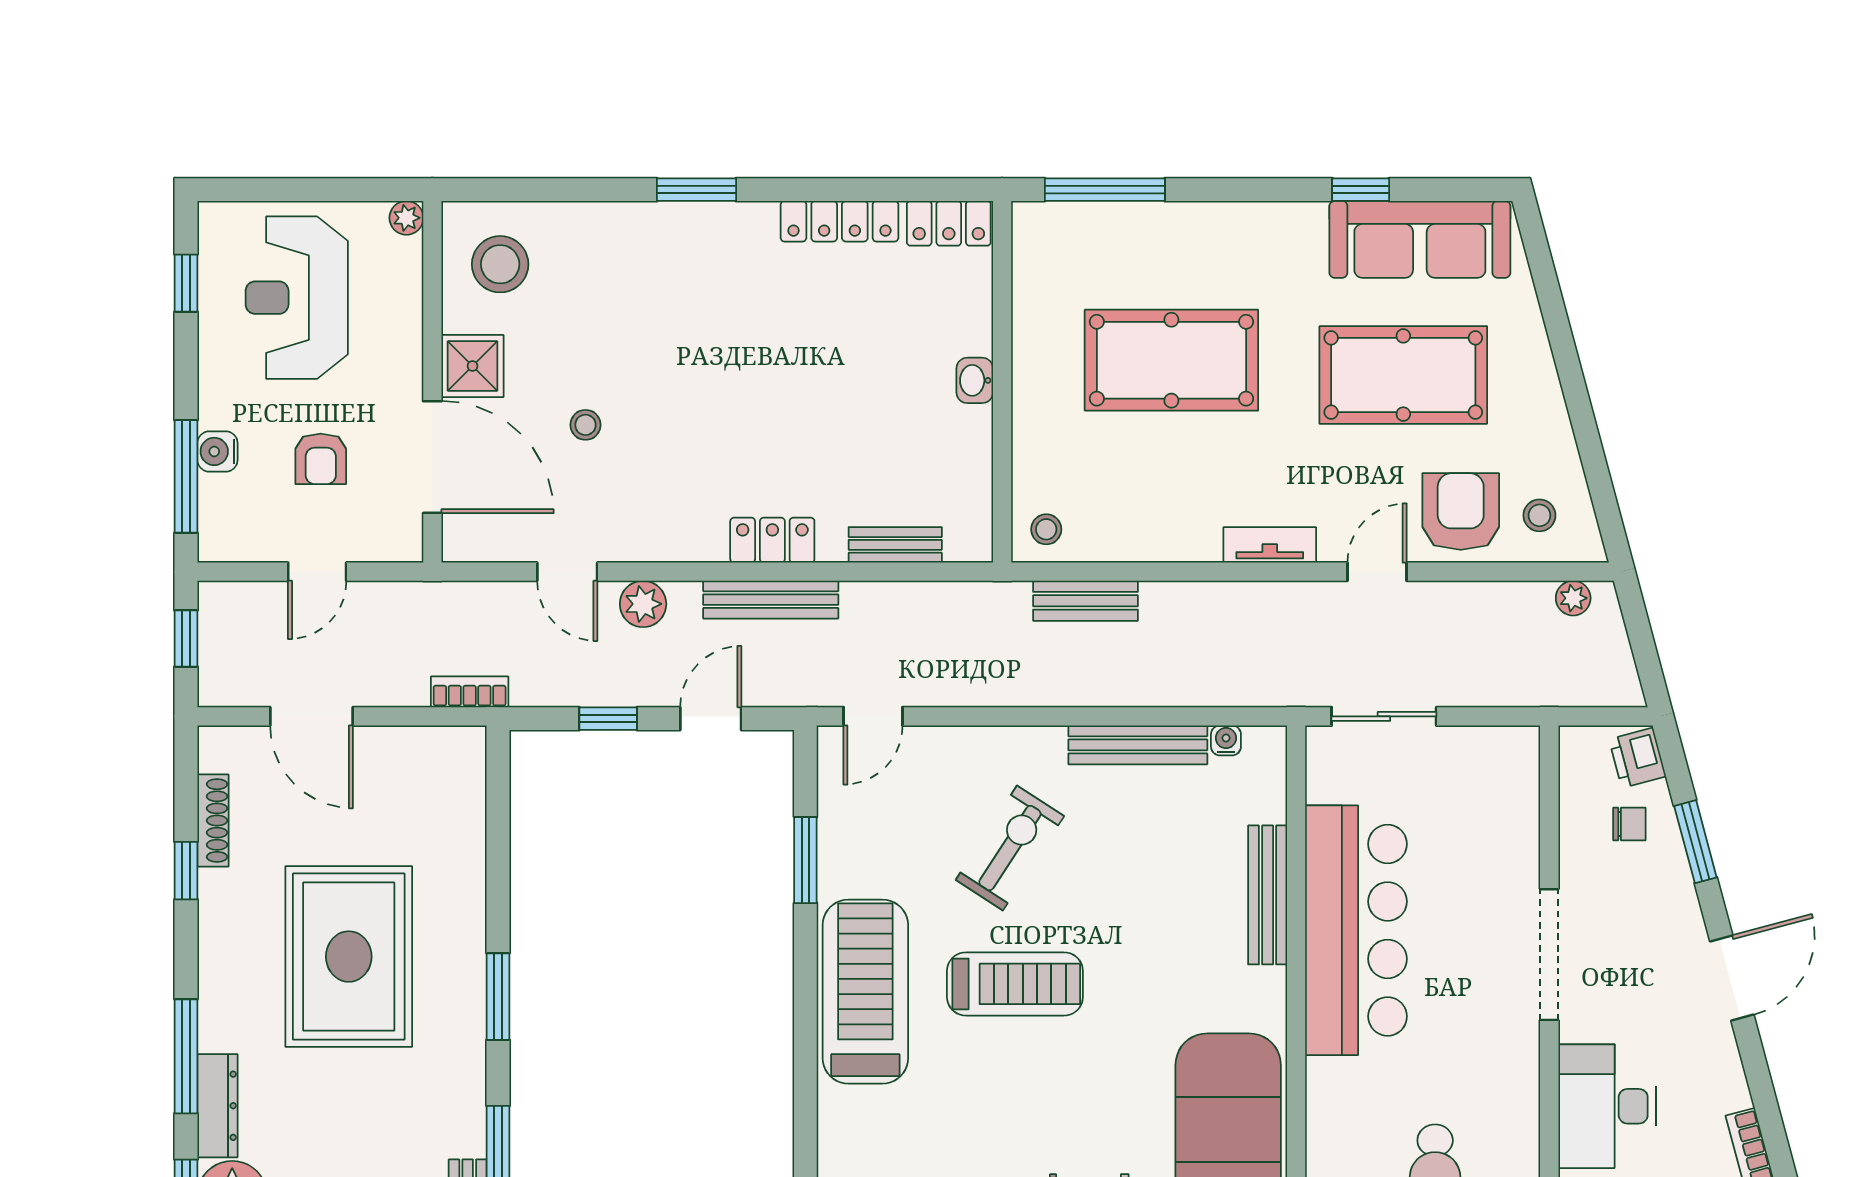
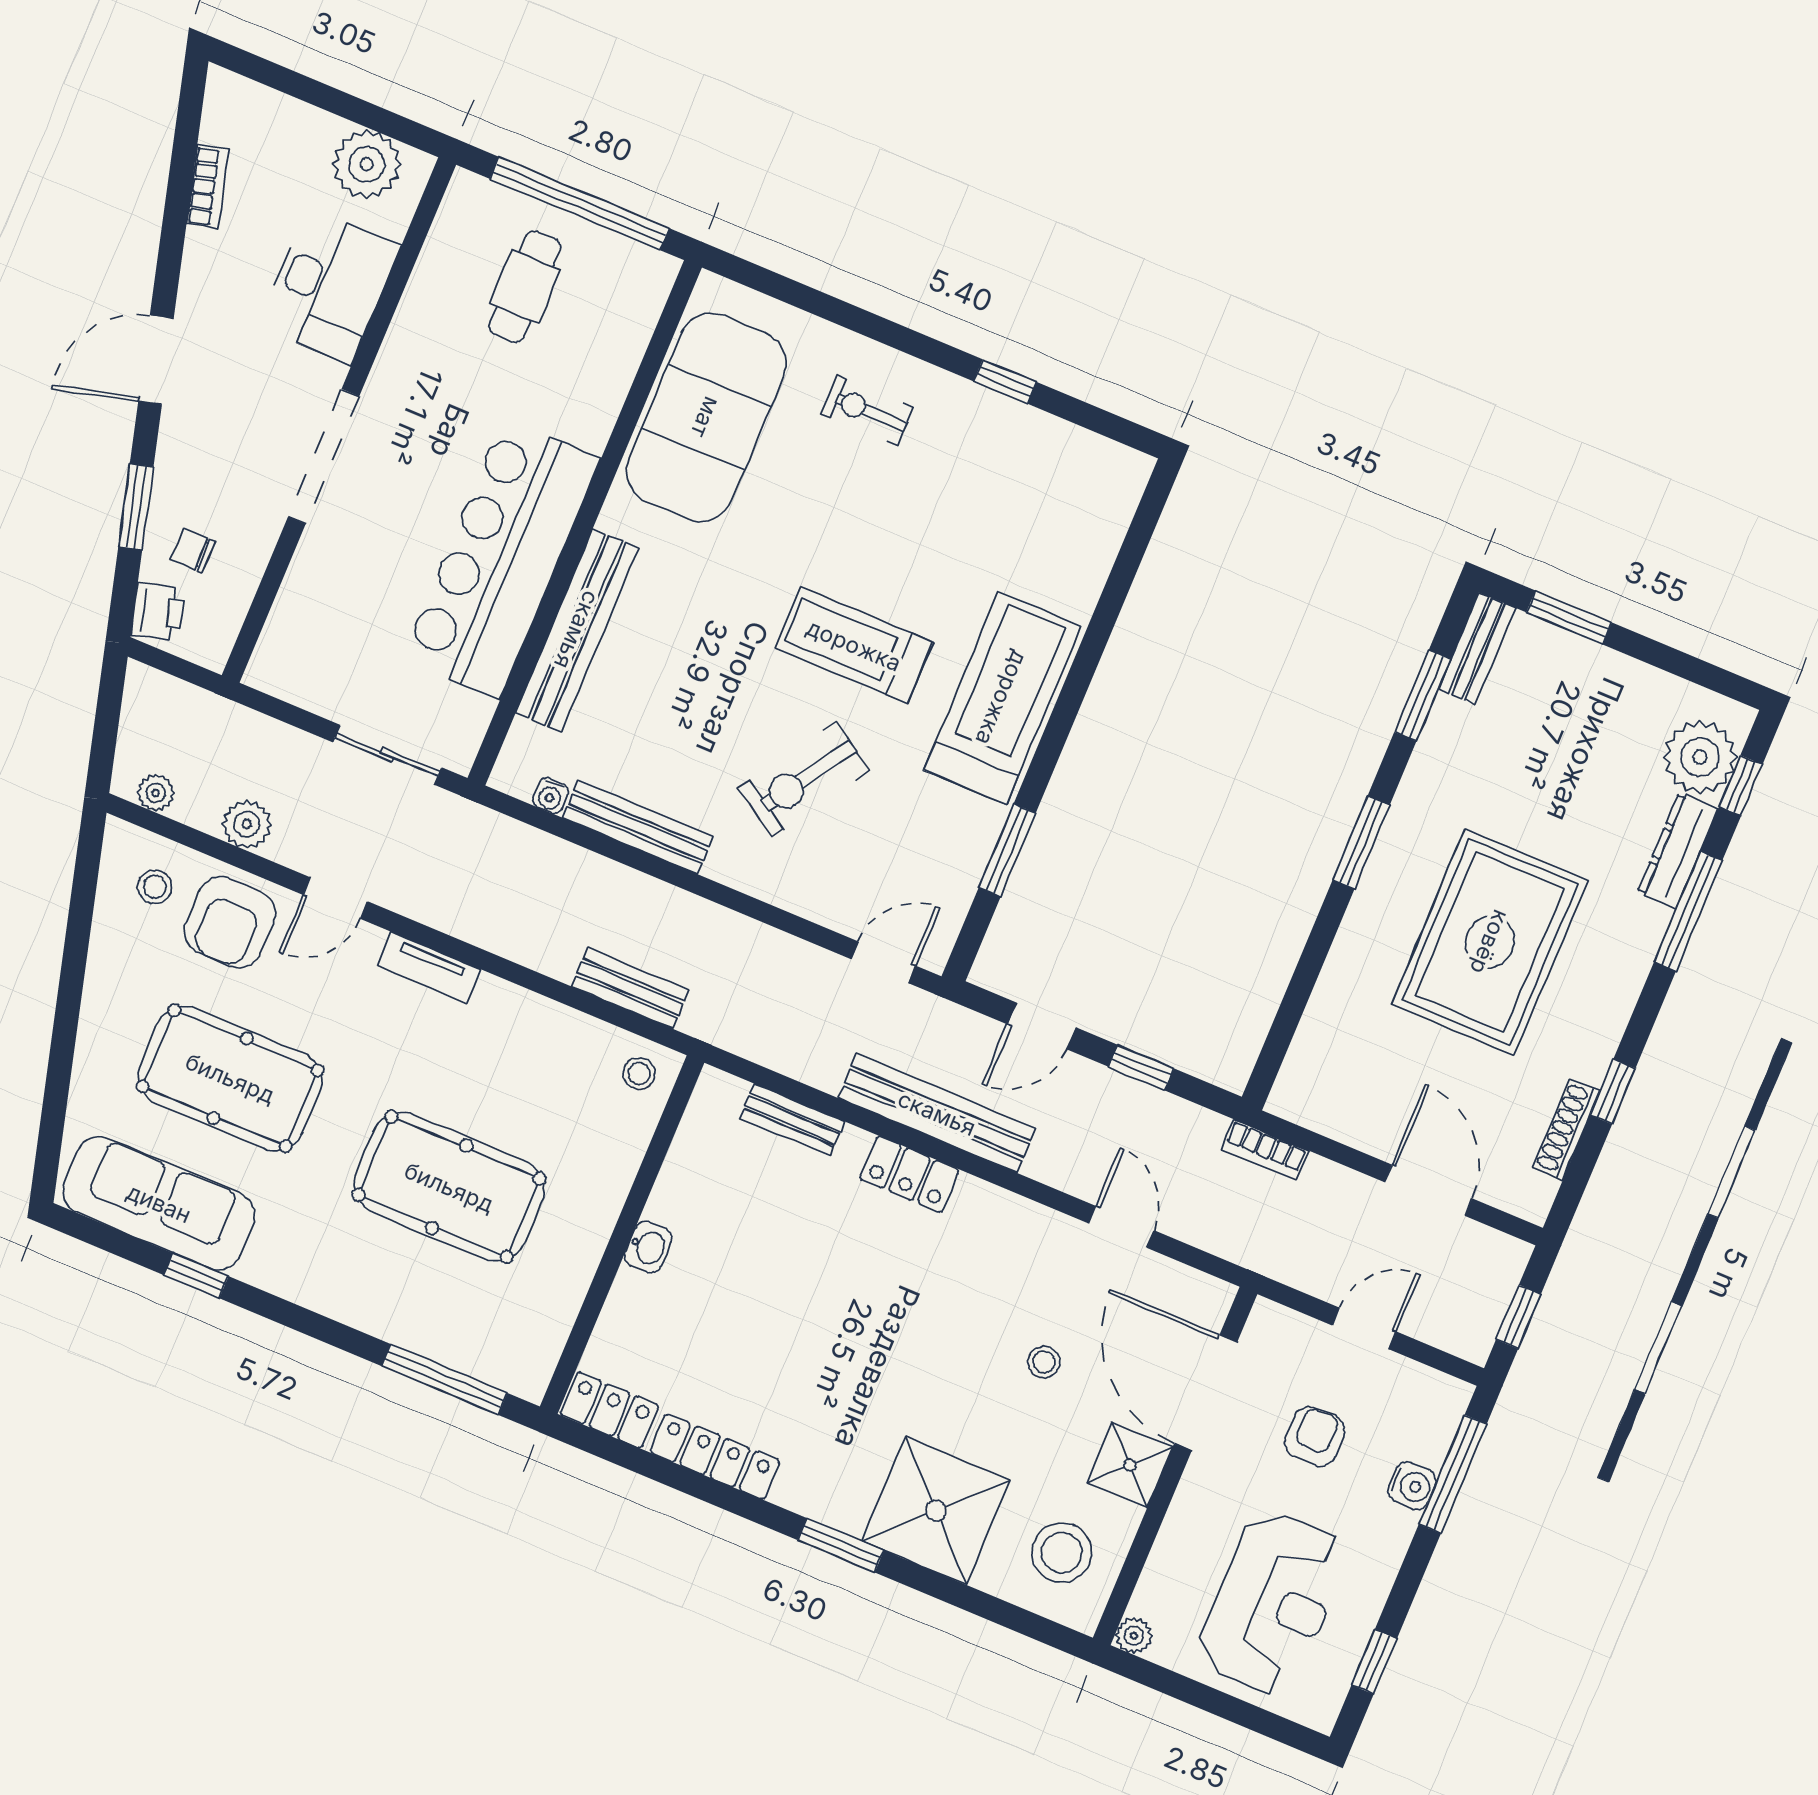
shower: (626, 255) -> (936, 1511), added
bench: (771, 600) -> (937, 1113), width x1.37, depth x1.21
plant: (643, 604) -> (247, 824), moved
bench: (1268, 895) -> (577, 630), width x1.37, depth x1.21
treadmill: (865, 992) -> (1002, 698), turned 180

